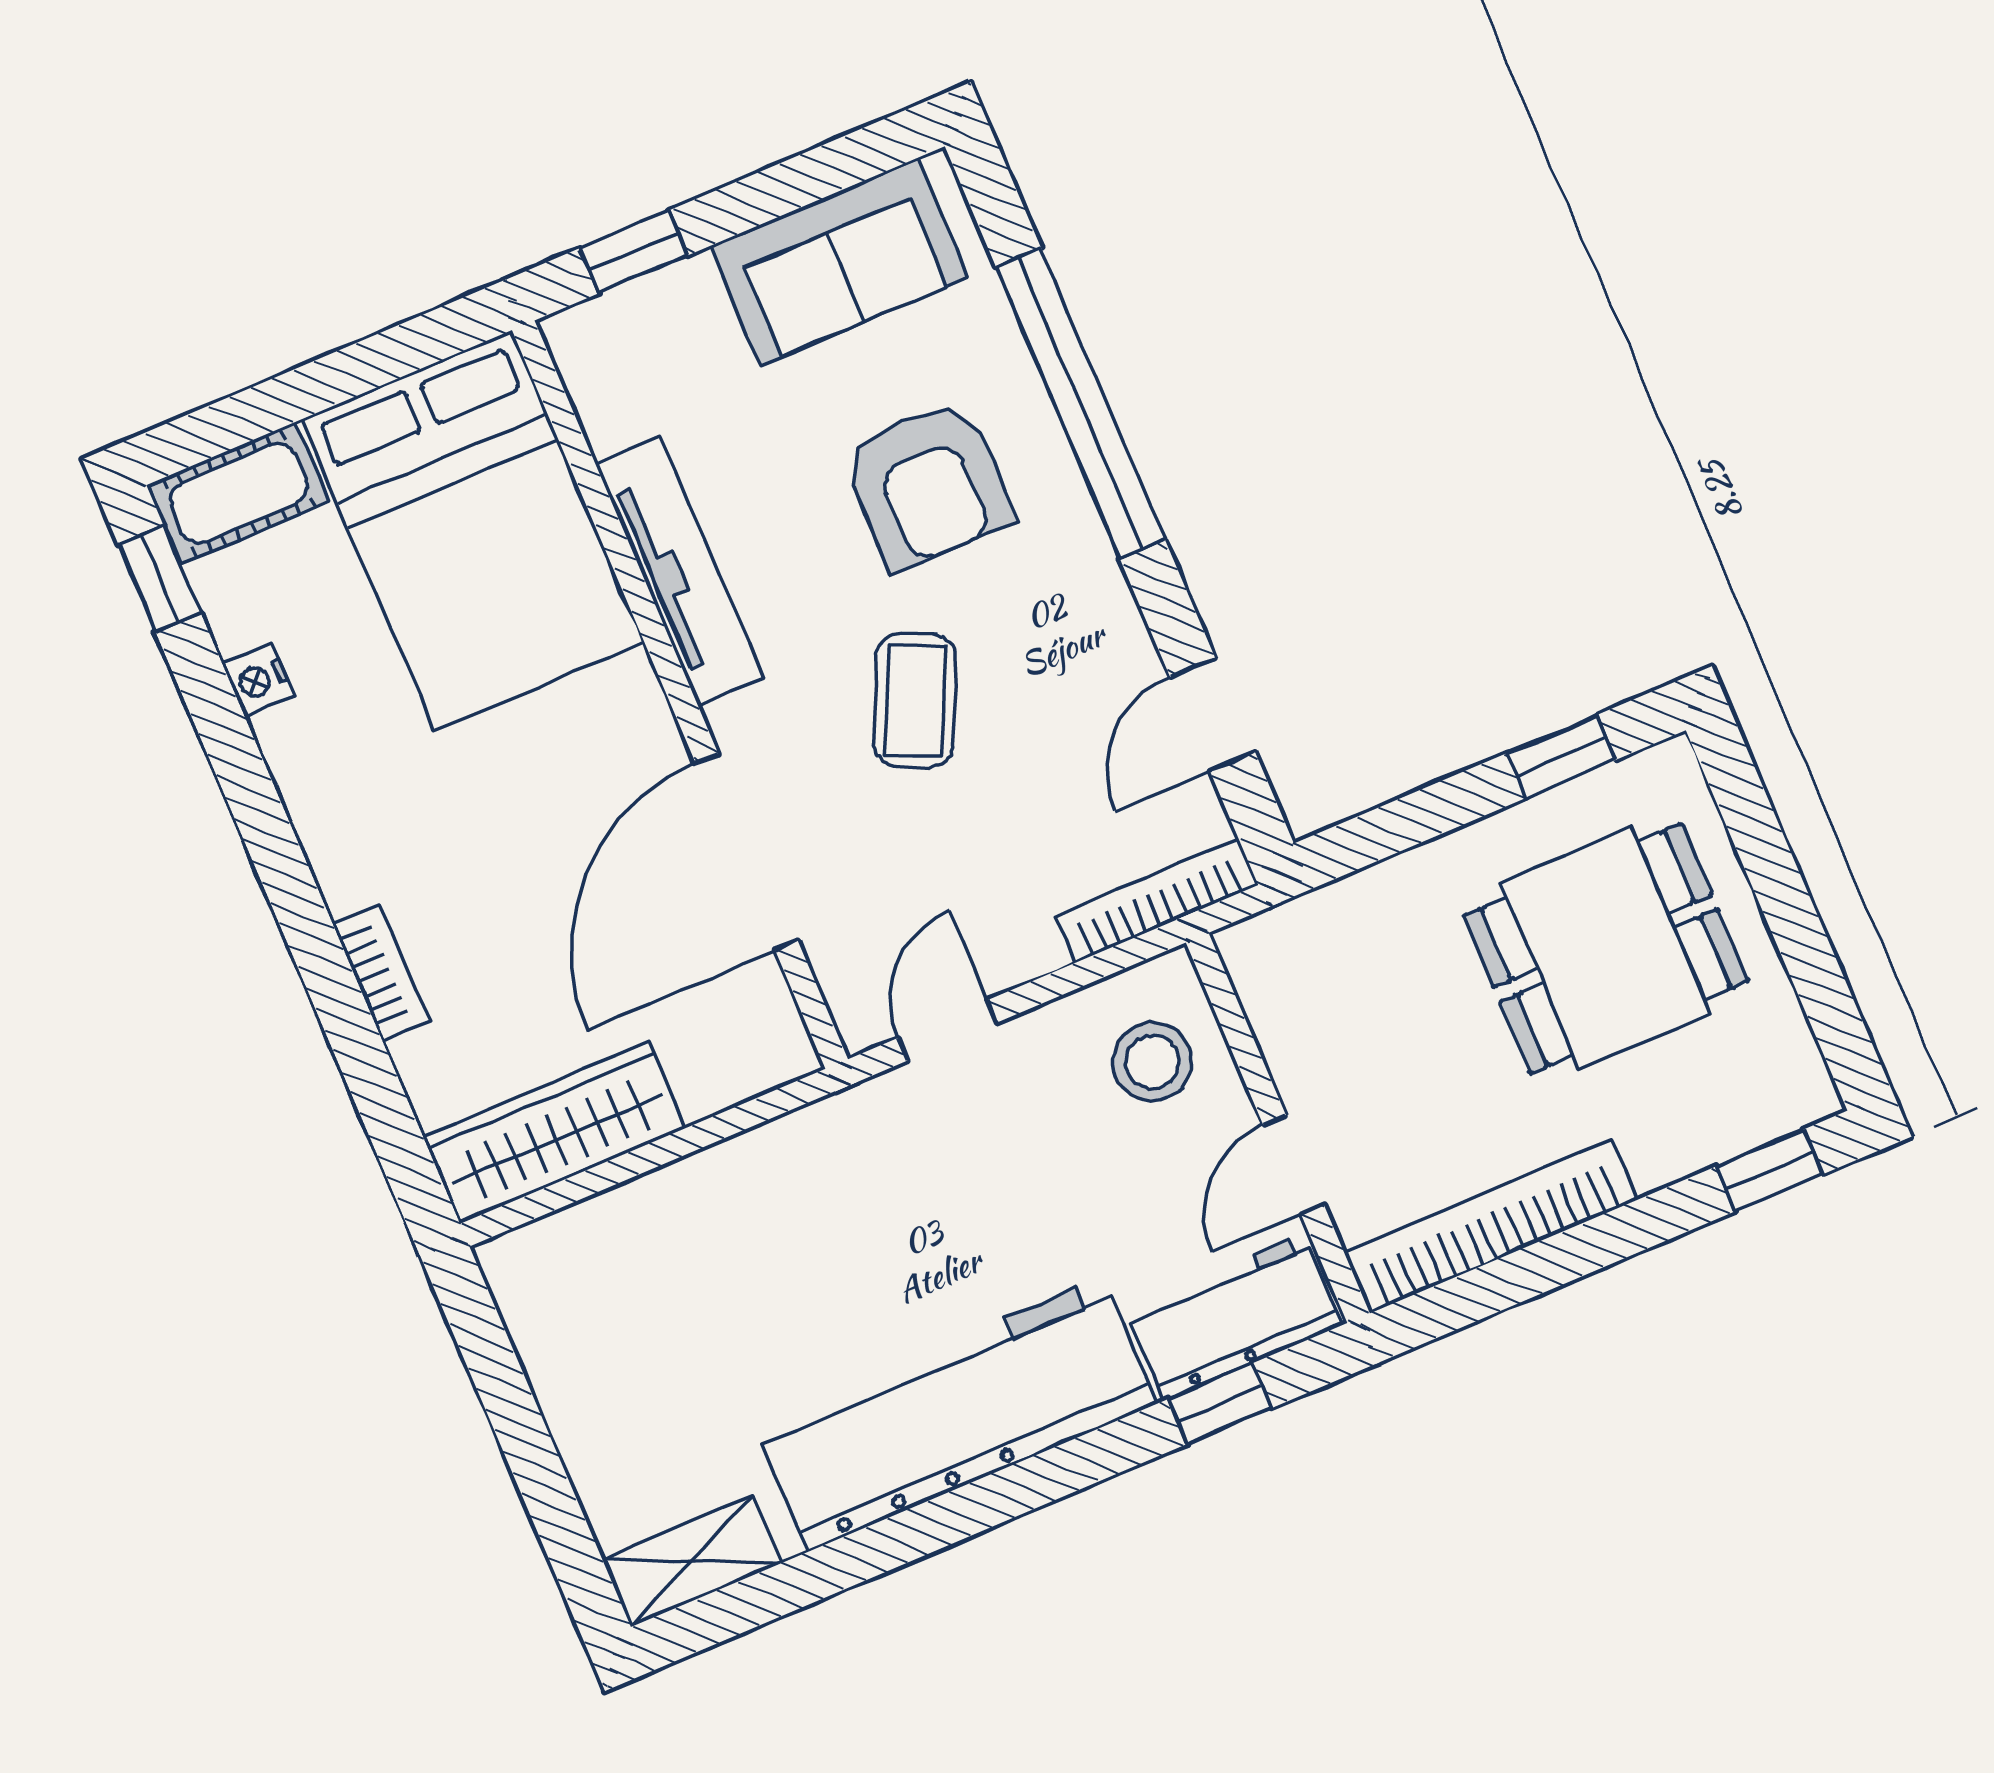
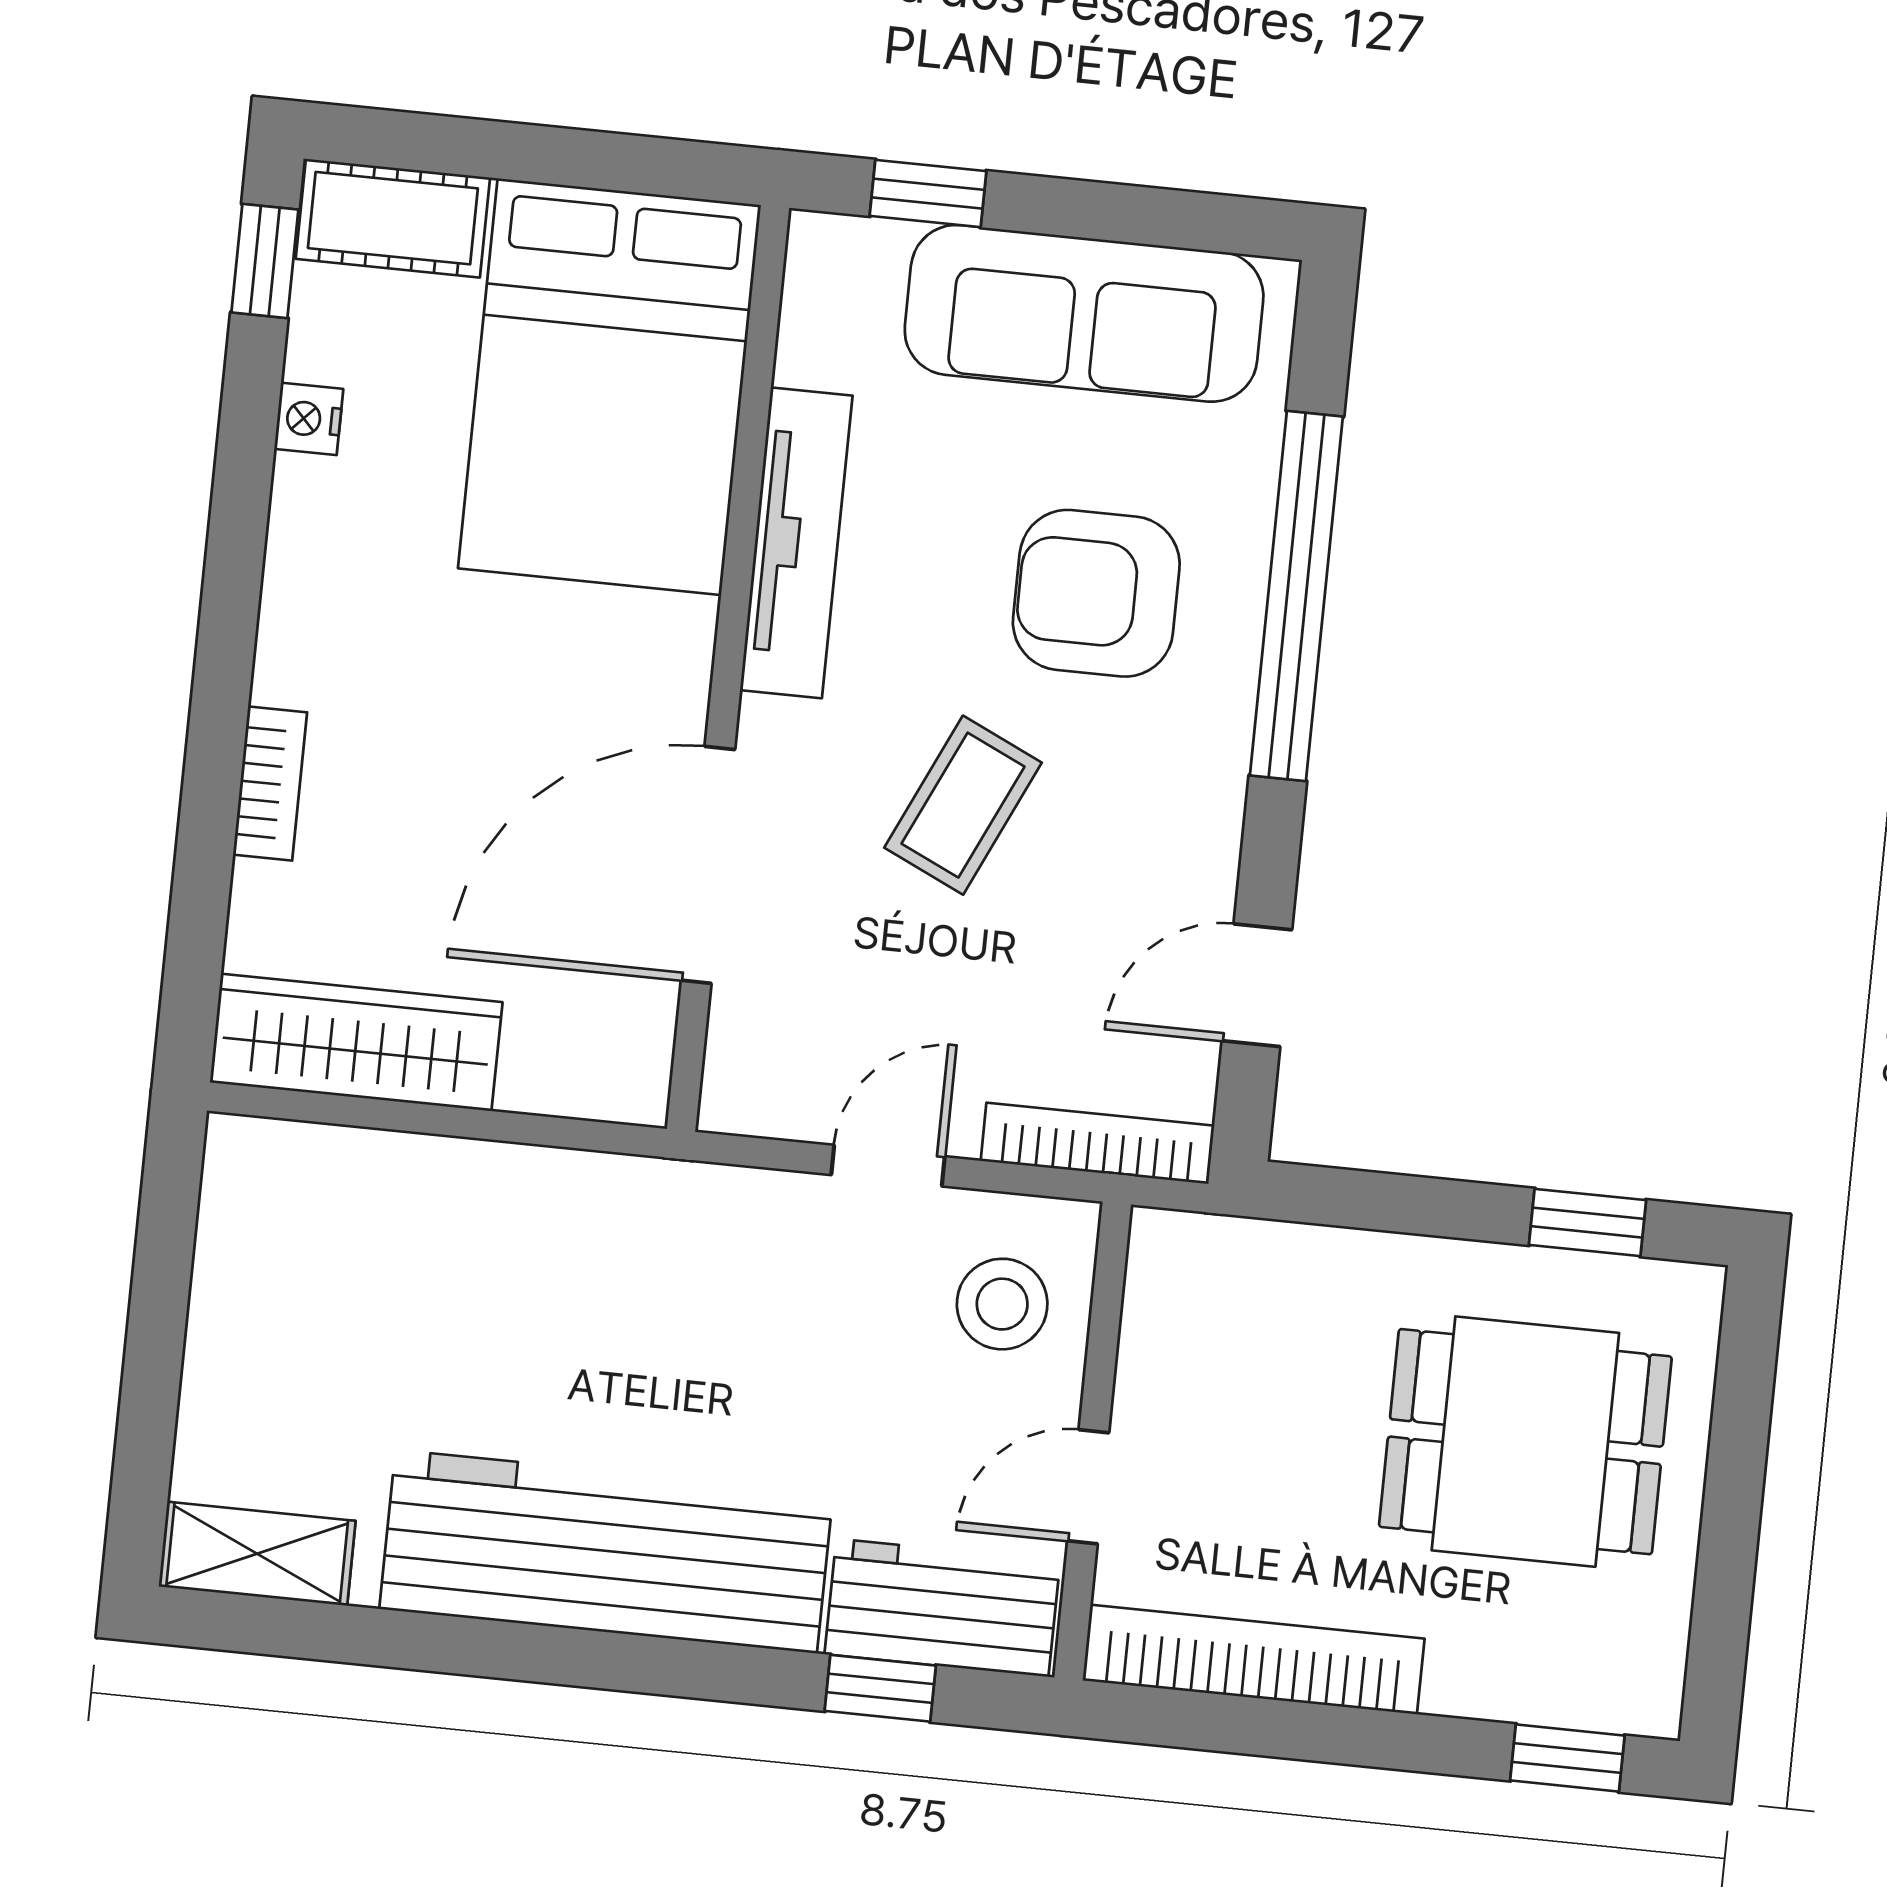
sofa: (839, 262) -> (1084, 313), width x1.36
armchair: (928, 484) -> (1096, 593), turned 90
door: (947, 1030) -> (888, 1166), moved

